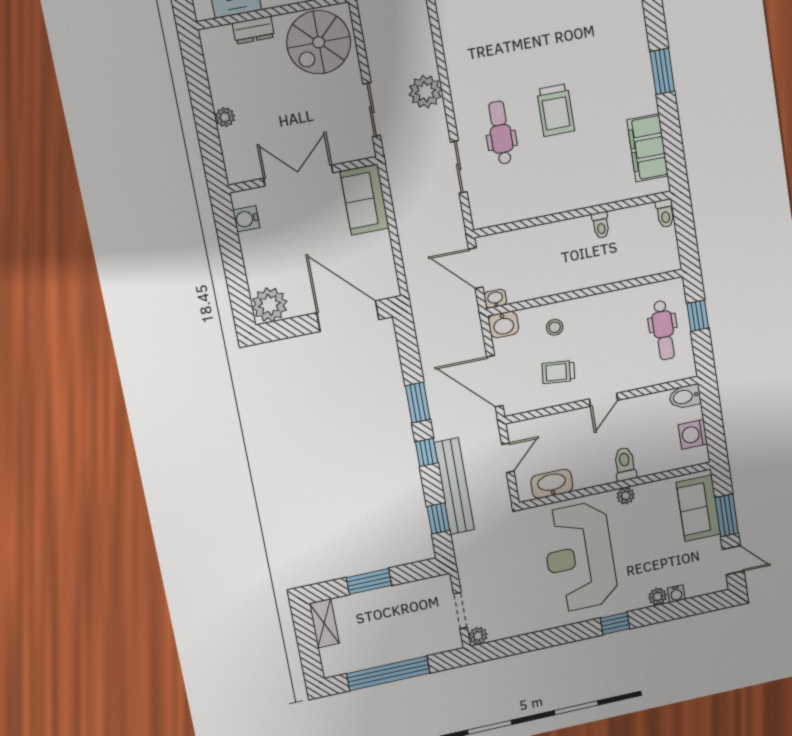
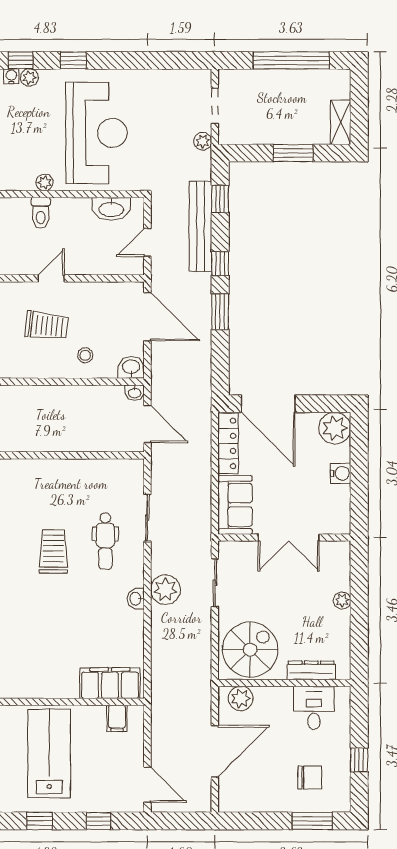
dresser: (253, 30) -> (311, 670), width x1.44
washbasin: (457, 75) -> (136, 599), added
water cooler: (246, 219) -> (341, 473), moved
toilet: (601, 225) -> (29, 440), removed
locker: (384, 265) -> (228, 443), added
trolley: (558, 372) -> (47, 326), moved, width x1.36, depth x1.39
window: (669, 611) -> (21, 60), added
plant: (478, 636) -> (203, 141), moved

